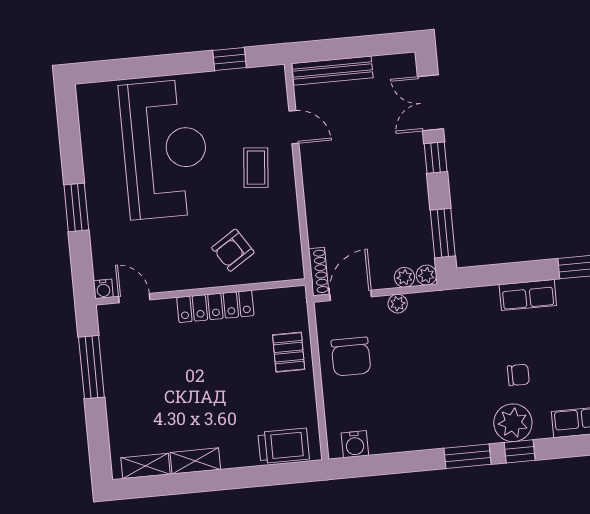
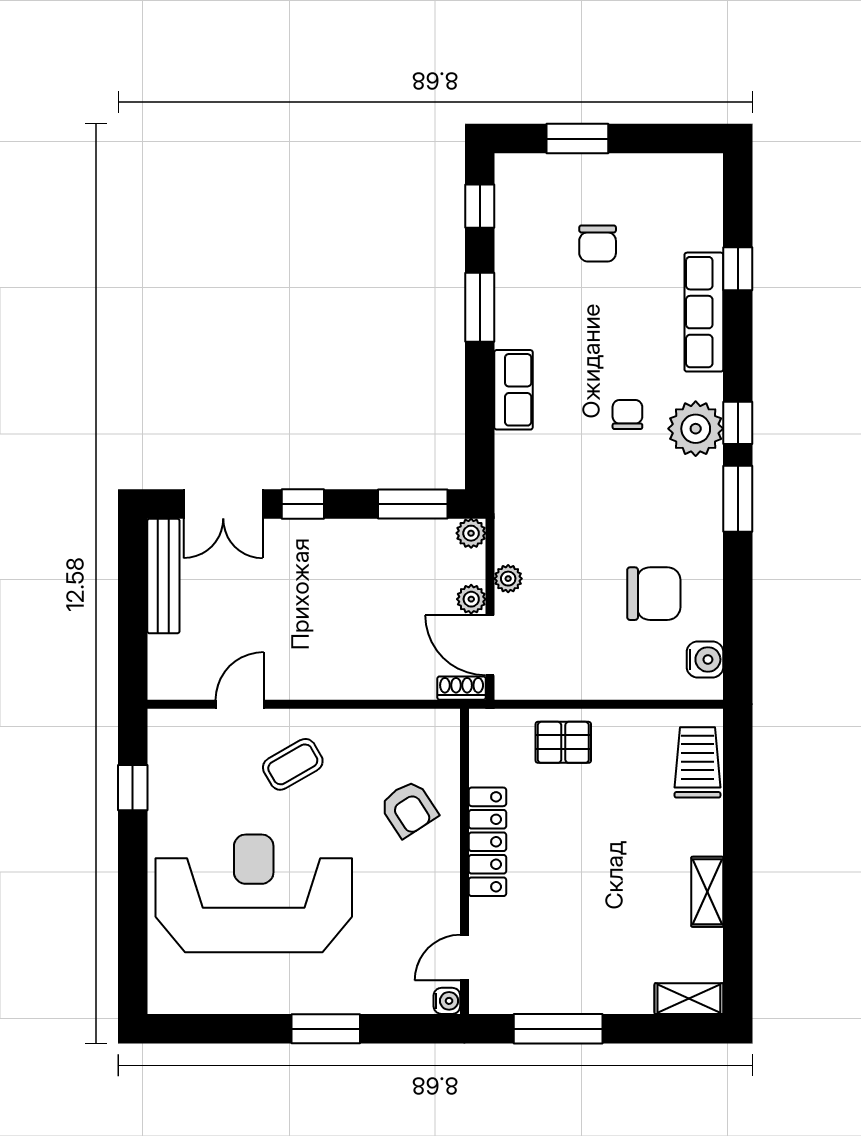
bench: (333, 71) -> (163, 576), moved
coffee table: (256, 168) -> (293, 764), turned -35
shoe rack: (319, 272) -> (462, 688), width x0.70
plant: (404, 277) -> (471, 599), moved
chair: (351, 356) -> (654, 594), moved
shelving: (146, 466) -> (689, 999), moved, turned 90

